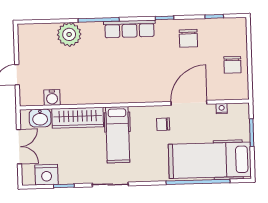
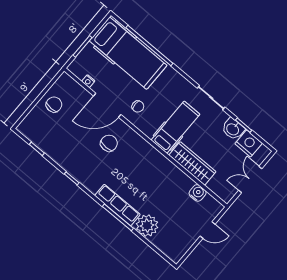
row of seats: (129, 29) -> (117, 205), moved
chair: (188, 38) -> (109, 143), moved
washbasin: (40, 118) -> (233, 129), moved, turned 180

